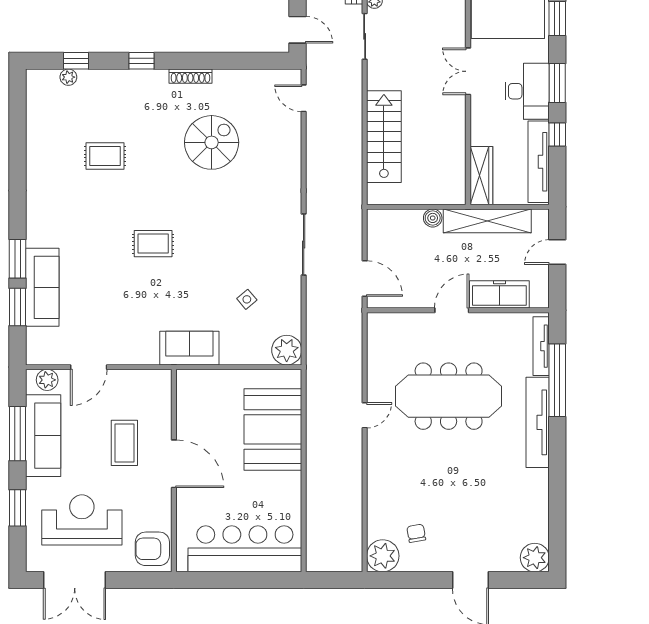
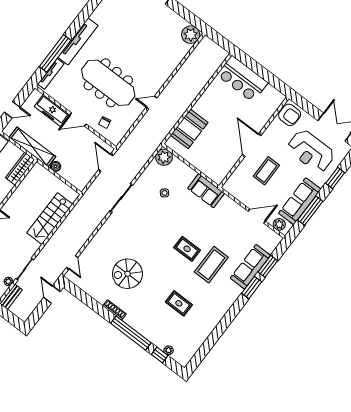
window: (142, 61) -> (131, 333), width x3.17
coffee table: (101, 247) -> (211, 265), added
booth: (273, 429) -> (189, 129), width x0.73, depth x0.70
chair: (416, 533) -> (105, 122), moved
bar counter: (245, 549) -> (242, 79), width x0.73

